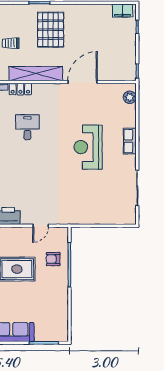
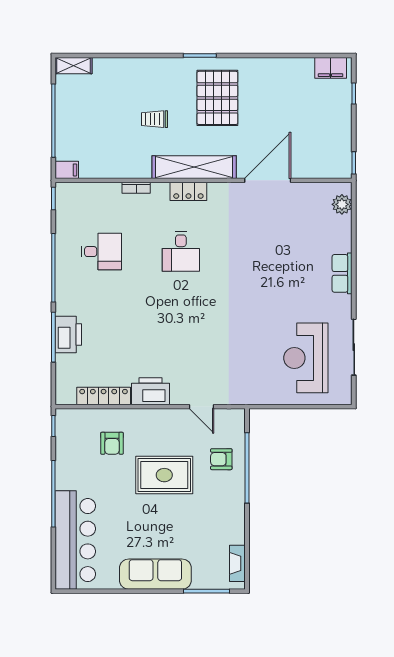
locker: (20, 89) -> (188, 191), moved
desk: (27, 127) -> (181, 252), turned 180
reception desk: (88, 147) -> (306, 358), moved
door: (41, 226) -> (202, 407), hinge flipped
fireplace: (63, 325) -> (237, 563), added

